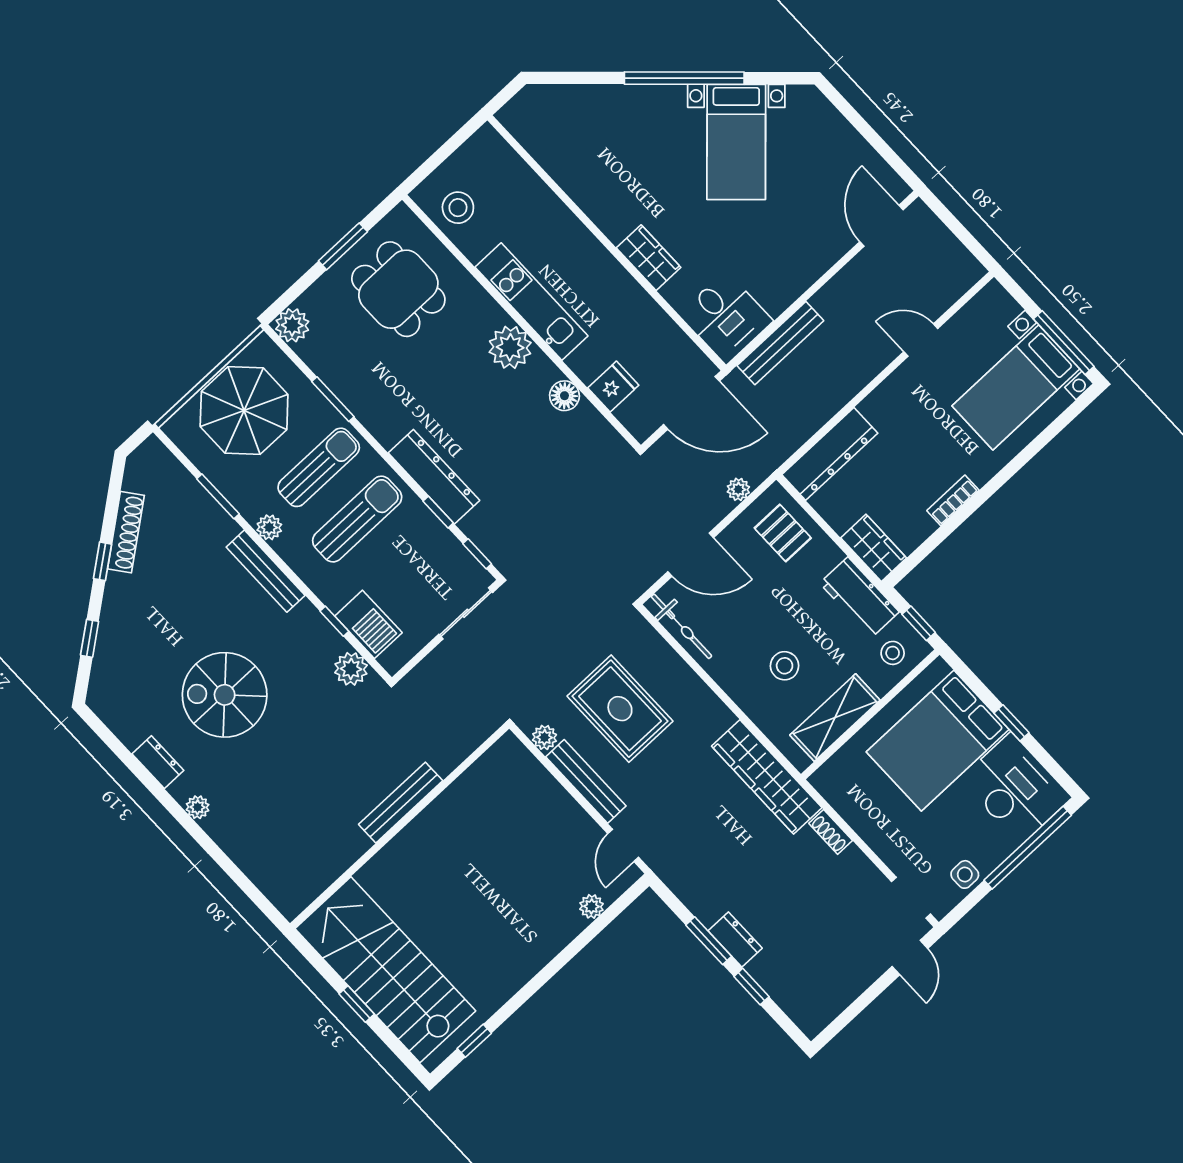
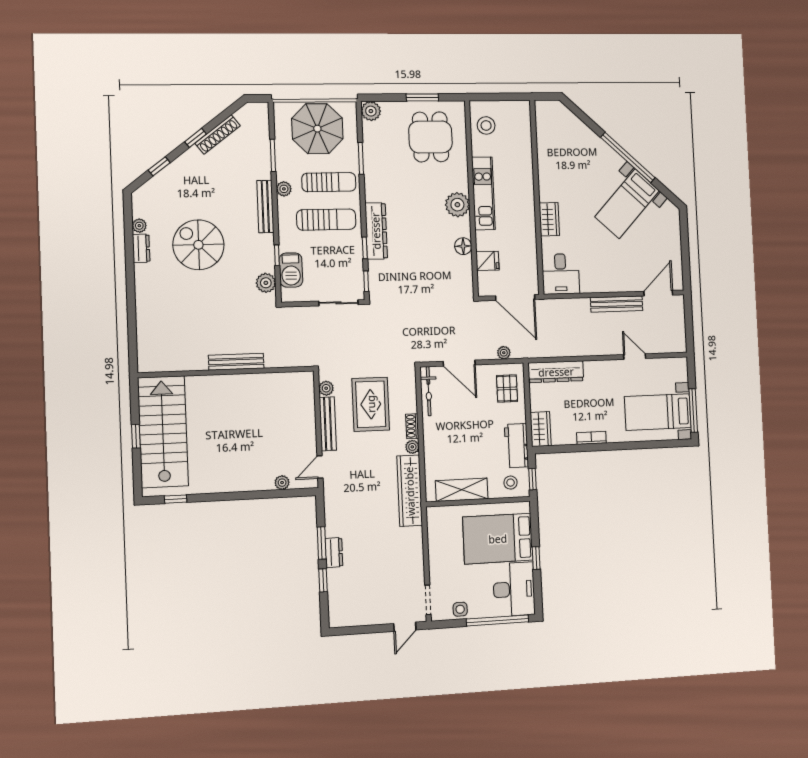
bench: (780, 343) -> (617, 304), moved
stool: (785, 666) -> (459, 448), removed
plant: (722, 717) -> (412, 447), added
plant: (198, 807) -> (139, 226), moved
shoe rack: (831, 832) -> (412, 426), moved

